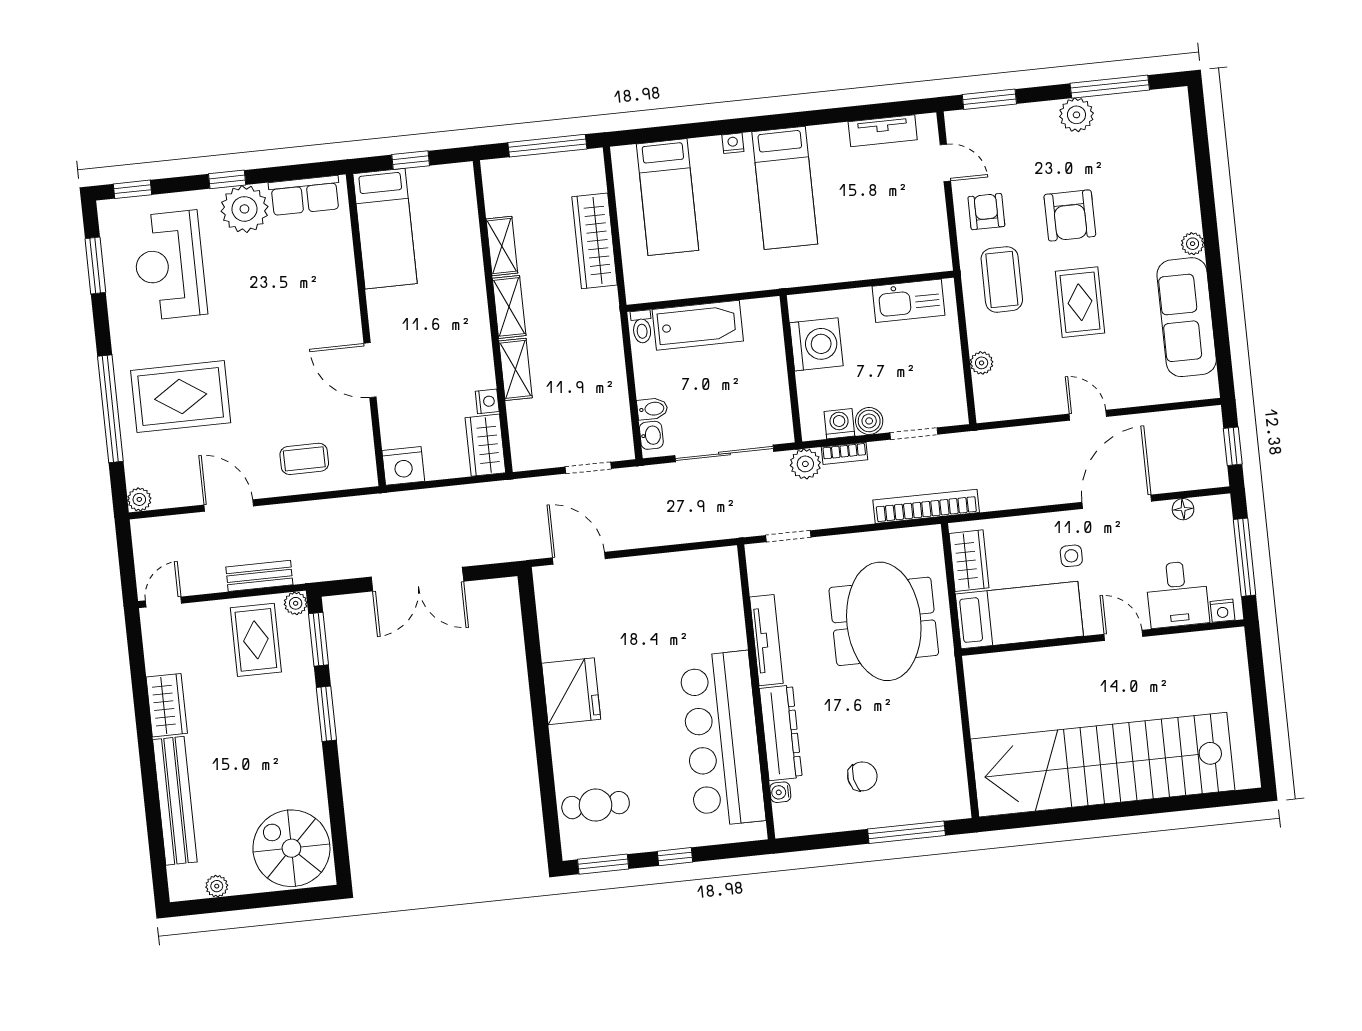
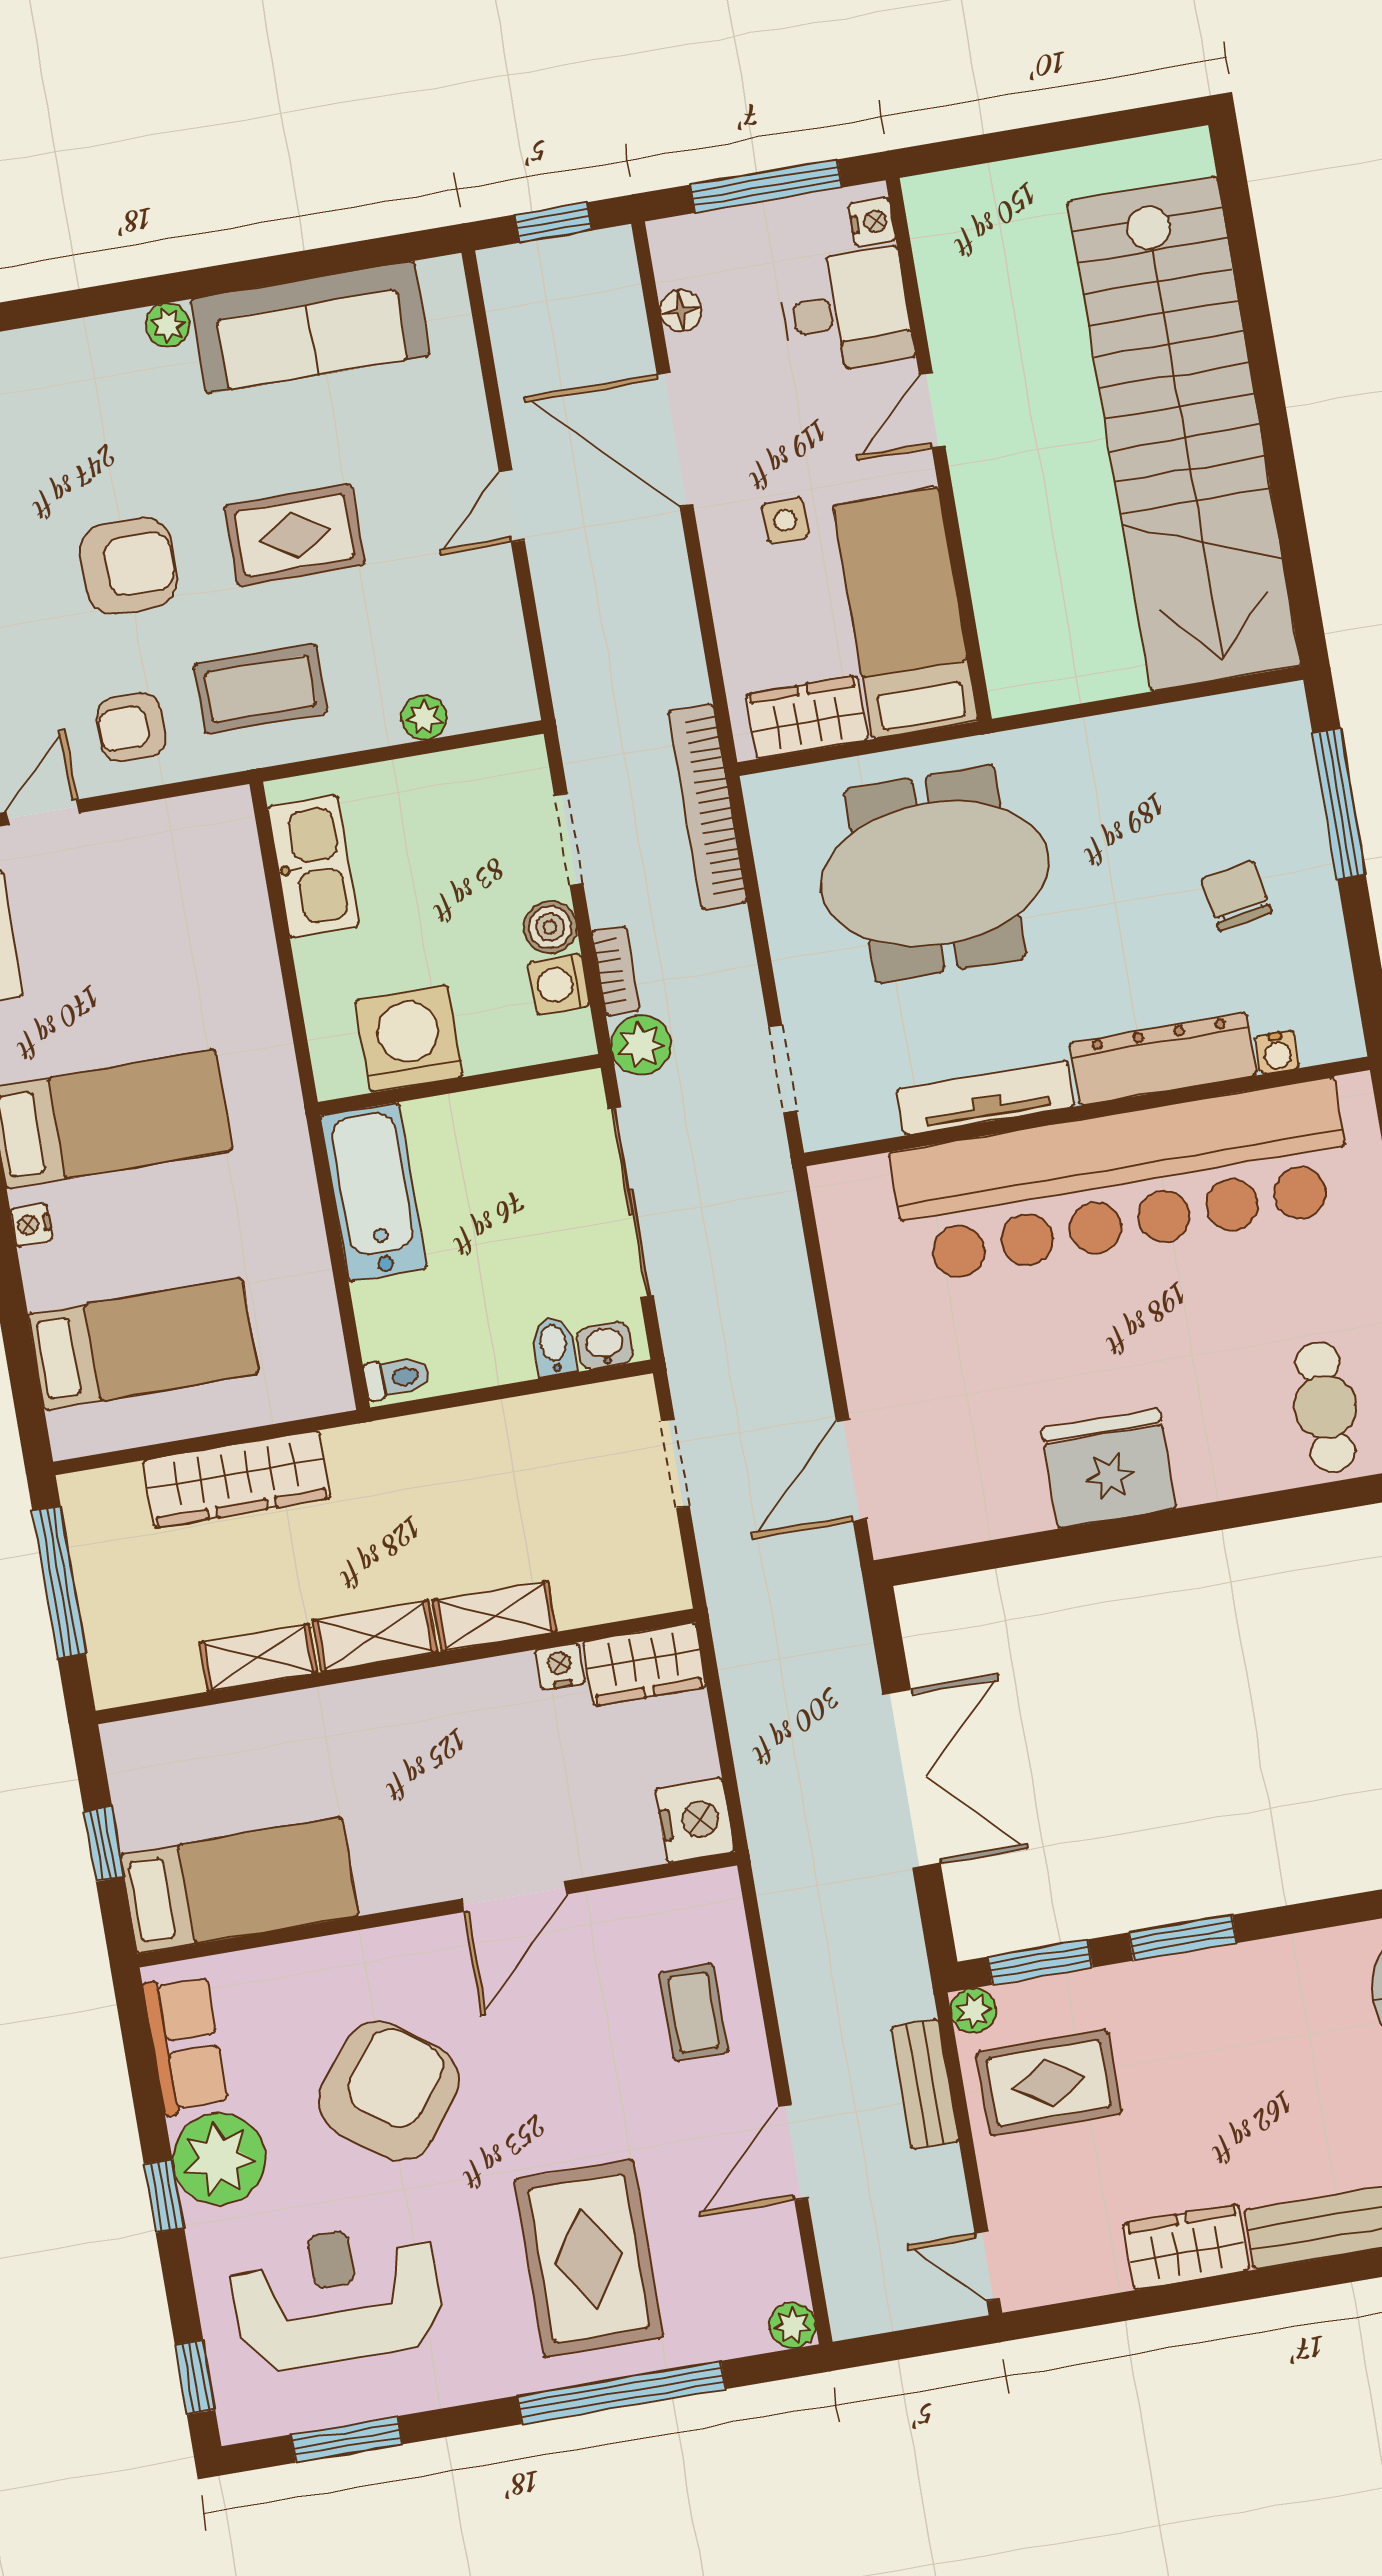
reception desk: (169, 265) -> (337, 2296), turned 180
armchair: (274, 299) -> (389, 2091), added
bathtub: (698, 325) -> (374, 1192), moved
bar counter: (722, 739) -> (1122, 1181), width x1.36

